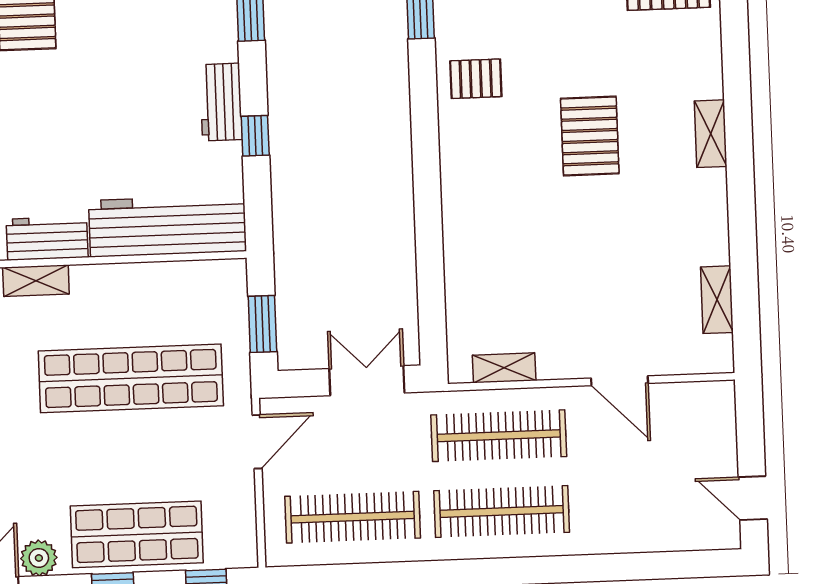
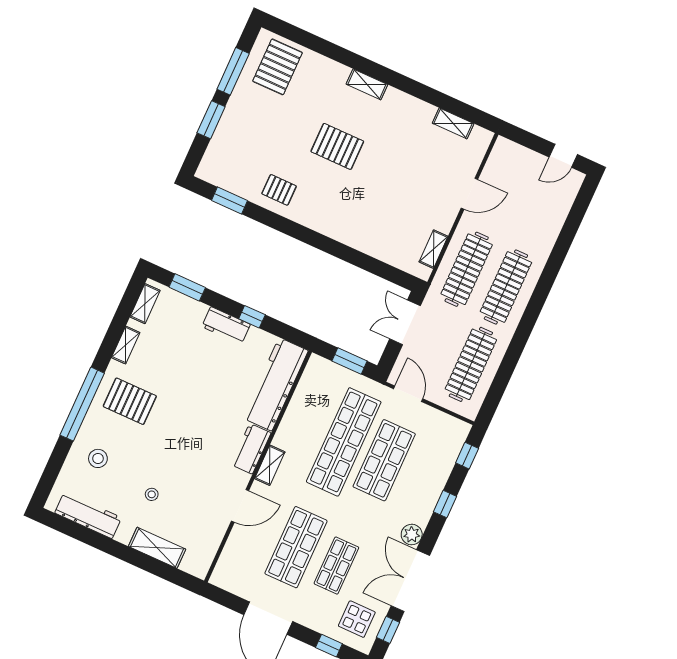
pallet: (476, 79) -> (279, 190), turned 90
shop shelf: (137, 534) -> (384, 460), moved

